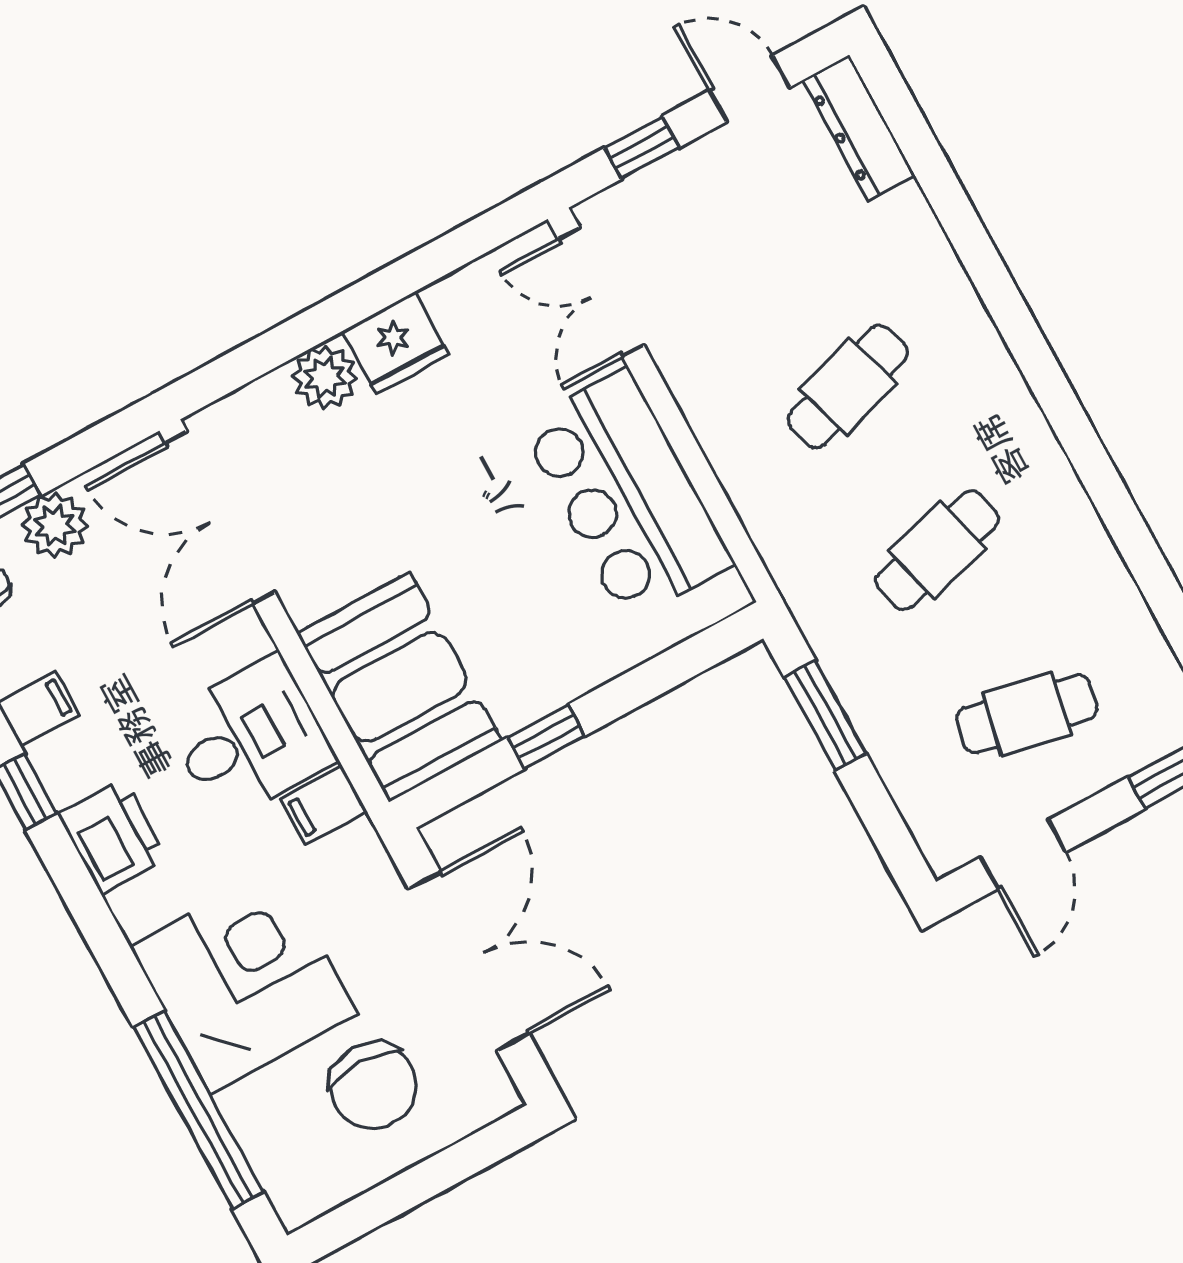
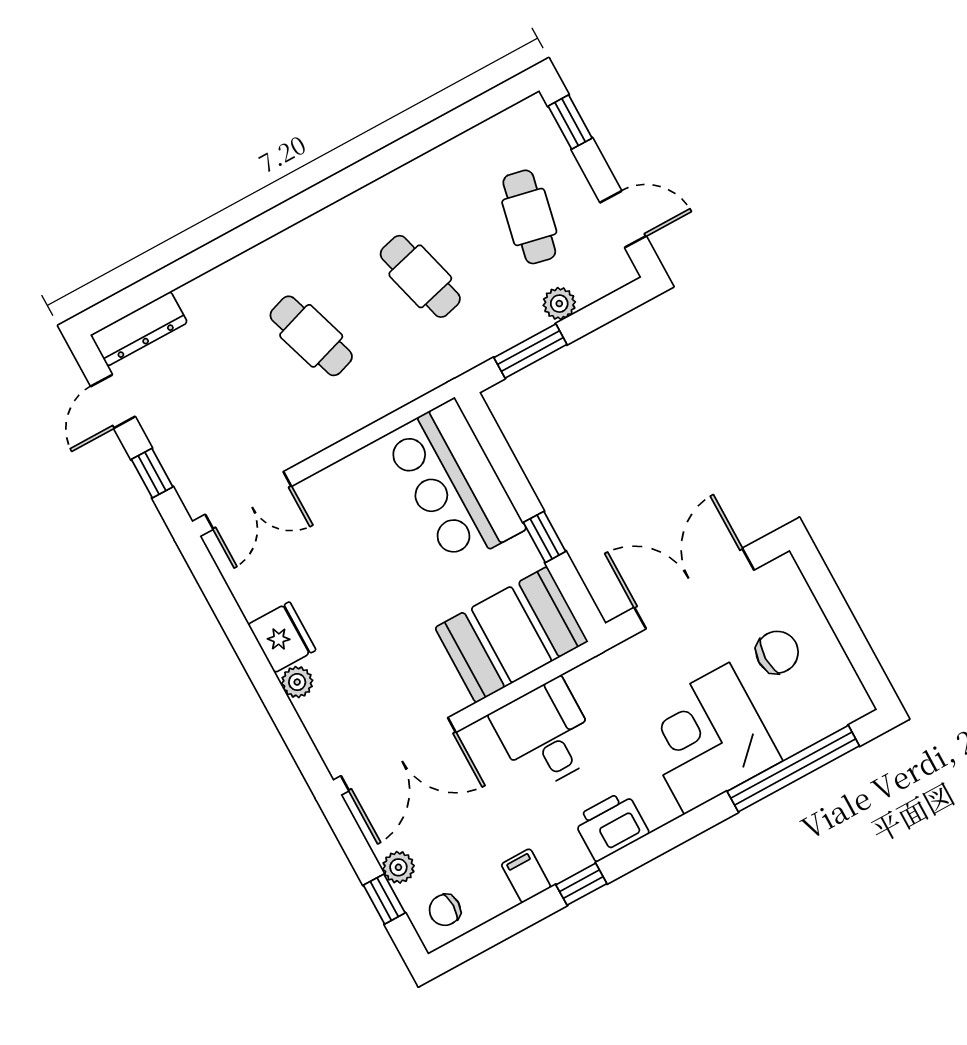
plant: (325, 377) -> (297, 682), width x0.73, depth x0.73
bar counter: (627, 495) -> (454, 483), moved, turned 90
plant: (55, 525) -> (398, 867), width x0.73, depth x0.73
plant: (896, 759) -> (559, 304), added
filing cabinet: (324, 805) -> (590, 685), removed
chair: (373, 1086) -> (777, 652), width x0.73, depth x0.73

